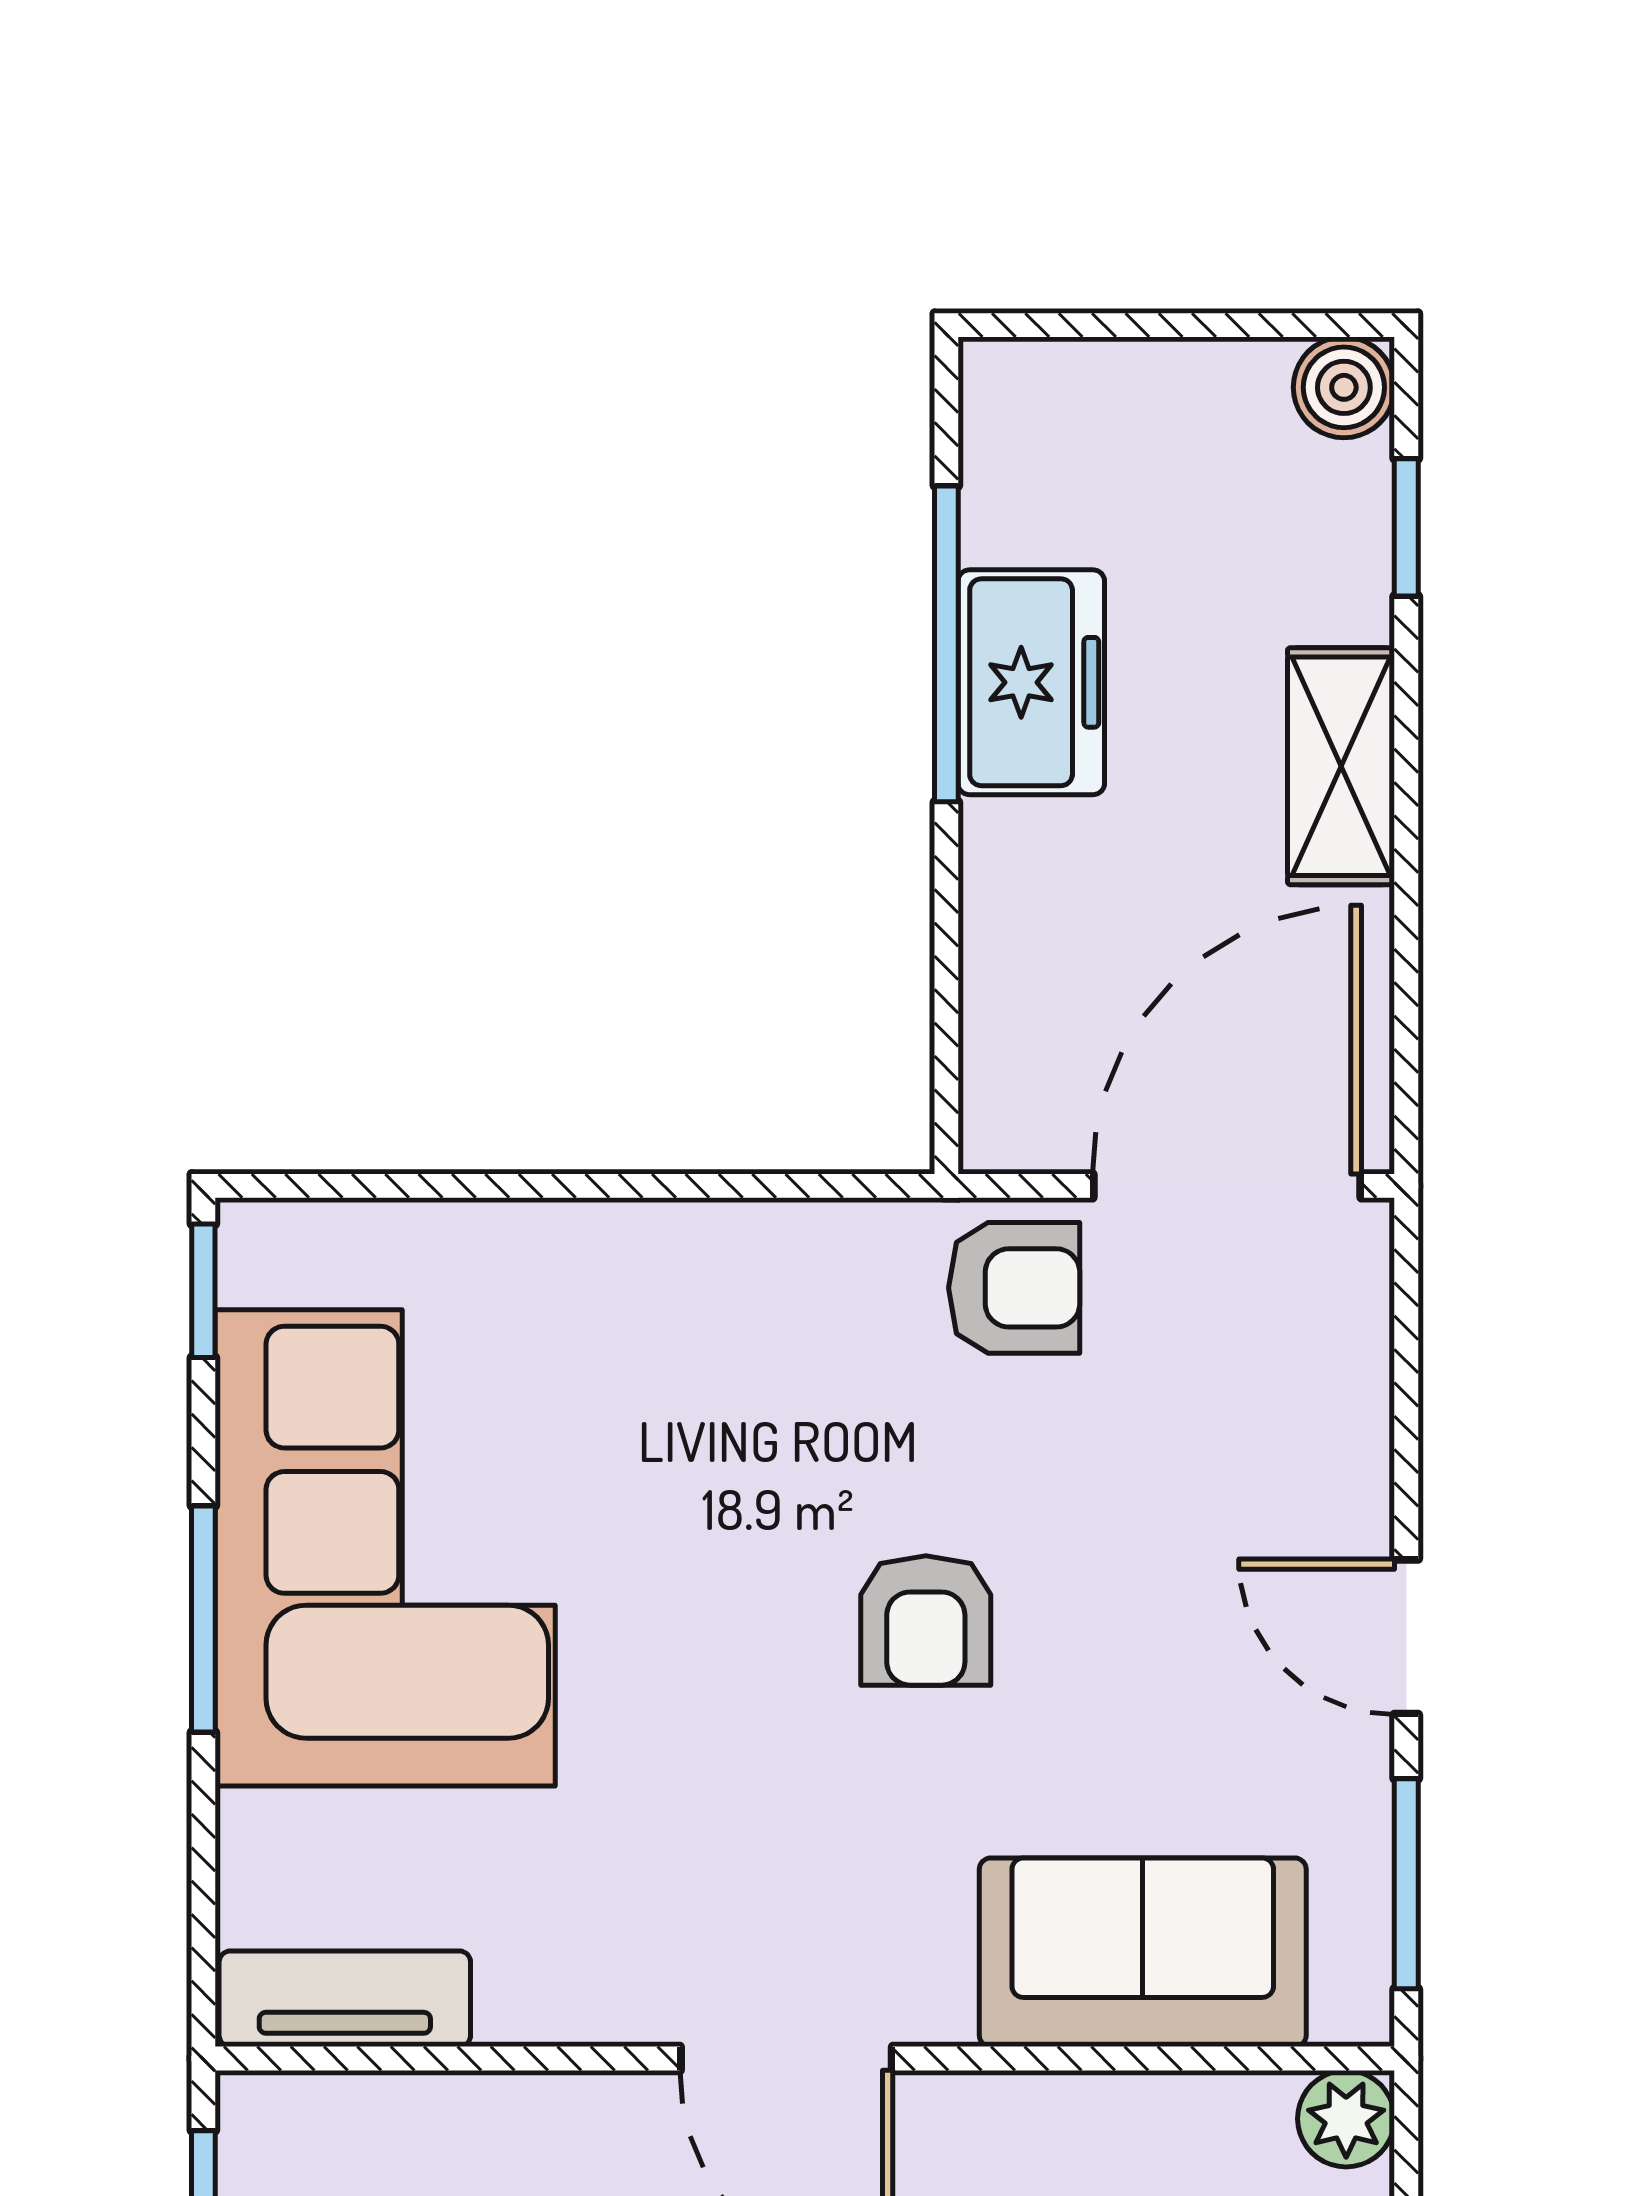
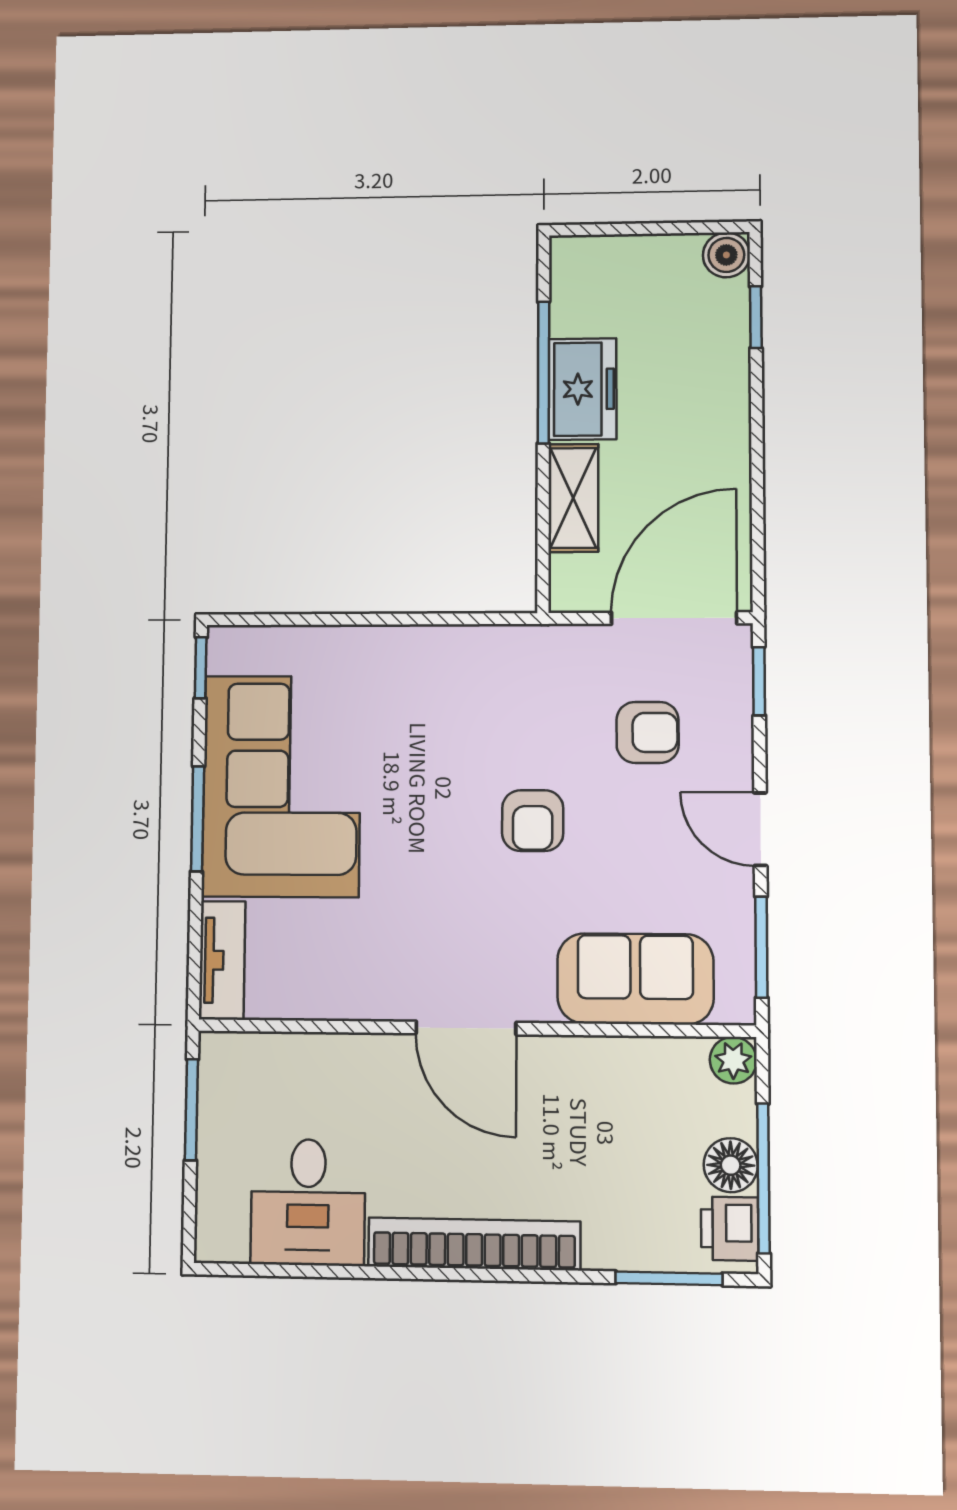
shelving: (1341, 766) -> (573, 498), moved
armchair: (1014, 1288) -> (648, 732), moved
window: (1406, 1322) -> (759, 681), added
tv unit: (345, 1999) -> (222, 960), moved, turned 90

